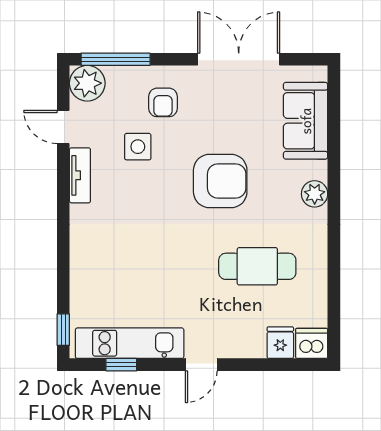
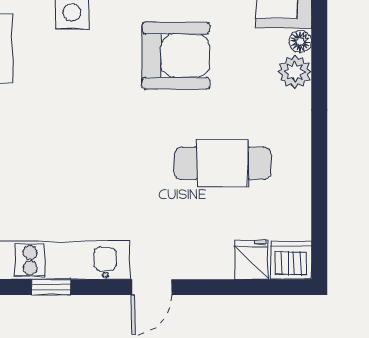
floor lamp: (319, 170) -> (300, 42), added

